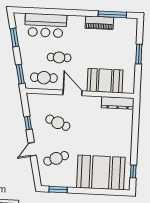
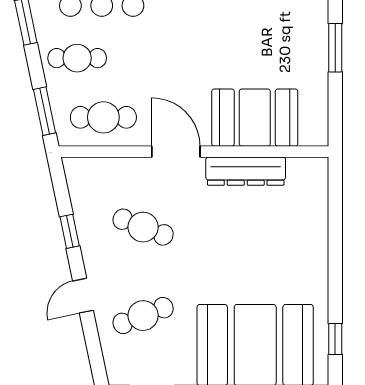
cafe table: (59, 57) -> (77, 58), moved
dresser: (118, 103) -> (246, 171), moved

